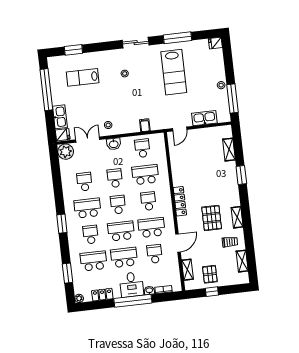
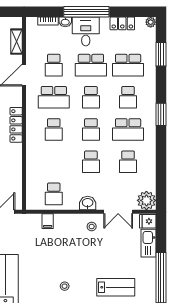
school desk: (145, 175) -> (54, 162), removed
school desk: (121, 231) -> (91, 97), width x0.54

